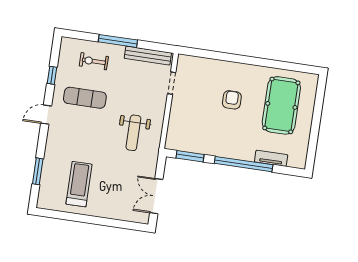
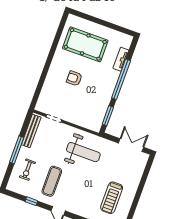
weight bench: (133, 133) -> (83, 152), width x1.36, depth x1.33
treadmill: (79, 184) -> (112, 198), turned -90
double door: (156, 196) -> (131, 145), swing flipped

